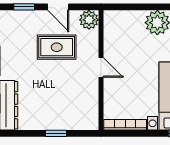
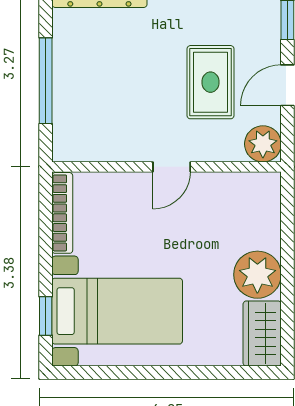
window: (56, 133) -> (46, 81), width x2.17

